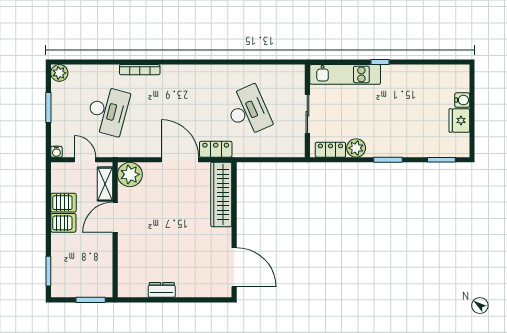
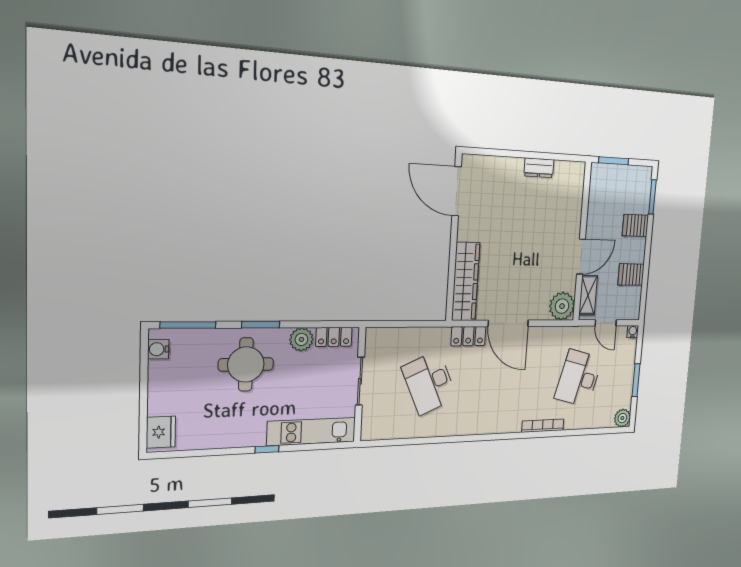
water cooler: (462, 100) -> (158, 349), moved
fridge: (459, 120) -> (161, 432), moved
round table: (398, 129) -> (246, 364), added
window: (441, 160) -> (188, 325), width x1.44
server rack: (63, 223) -> (635, 226), moved

